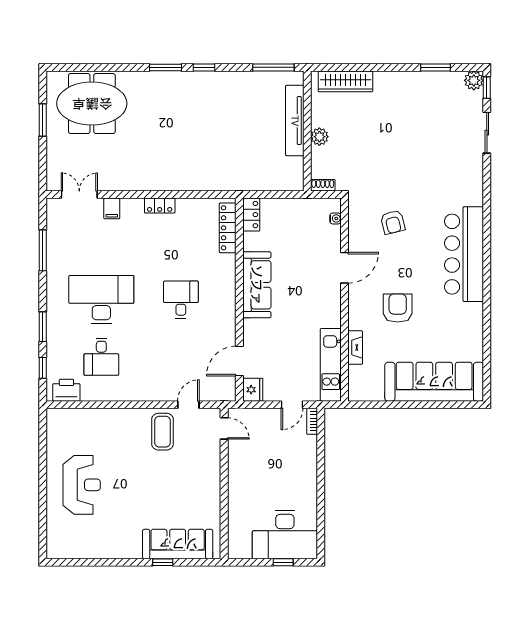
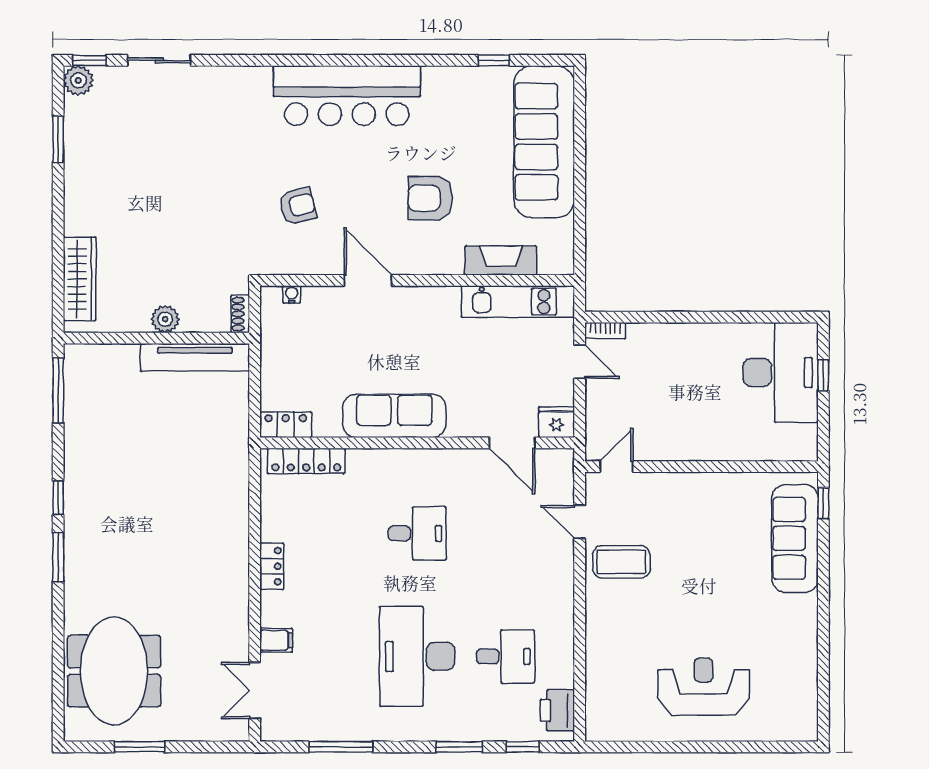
tv unit: (295, 121) -> (195, 357), moved
desk: (181, 300) -> (417, 533), turned 180
fireplace: (355, 348) -> (501, 261), width x1.37, depth x1.32
window: (487, 349) -> (494, 60), added
window: (163, 562) -> (823, 503), moved

